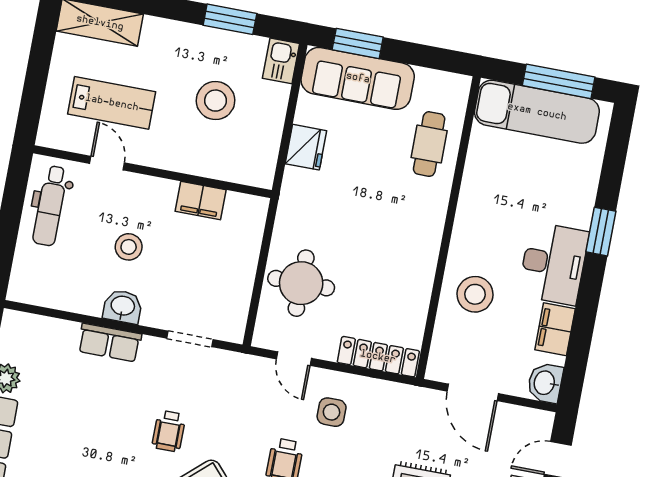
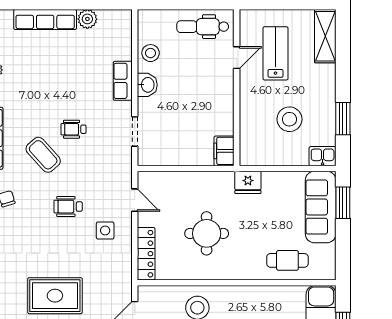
lab bench: (112, 103) -> (276, 53), turned 180
fridge: (306, 147) -> (248, 182), moved
filing cabinet: (201, 201) -> (224, 151), moved
stool: (129, 247) -> (151, 53), moved
round table: (301, 283) -> (207, 233), moved
door: (294, 359) -> (135, 200), swing flipped

